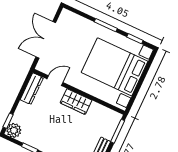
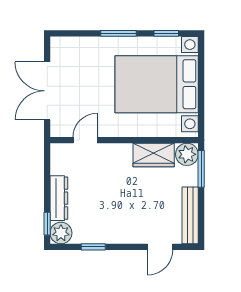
dresser: (32, 89) -> (59, 198), moved
wardrobe: (76, 102) -> (154, 155), moved
plant: (113, 118) -> (187, 154), added

